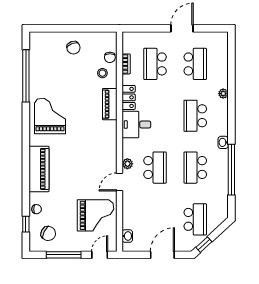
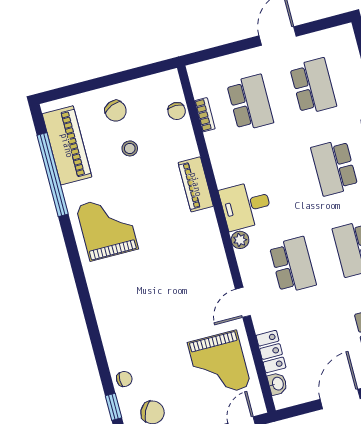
school desk: (155, 64) -> (250, 103), turned 180
stool: (102, 73) -> (130, 148), moved
locker: (129, 97) -> (271, 352), moved
plant: (127, 164) -> (240, 240), moved
piano: (39, 169) -> (67, 145), moved
grand piano: (96, 215) -> (219, 364), turned 90

